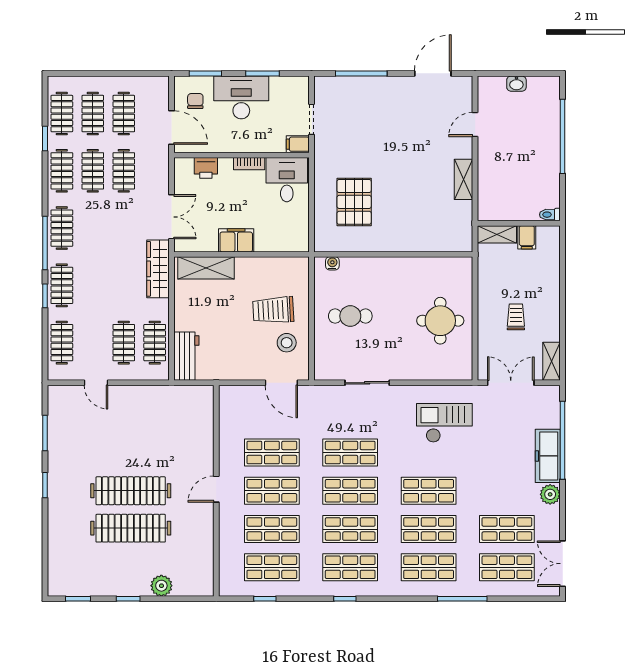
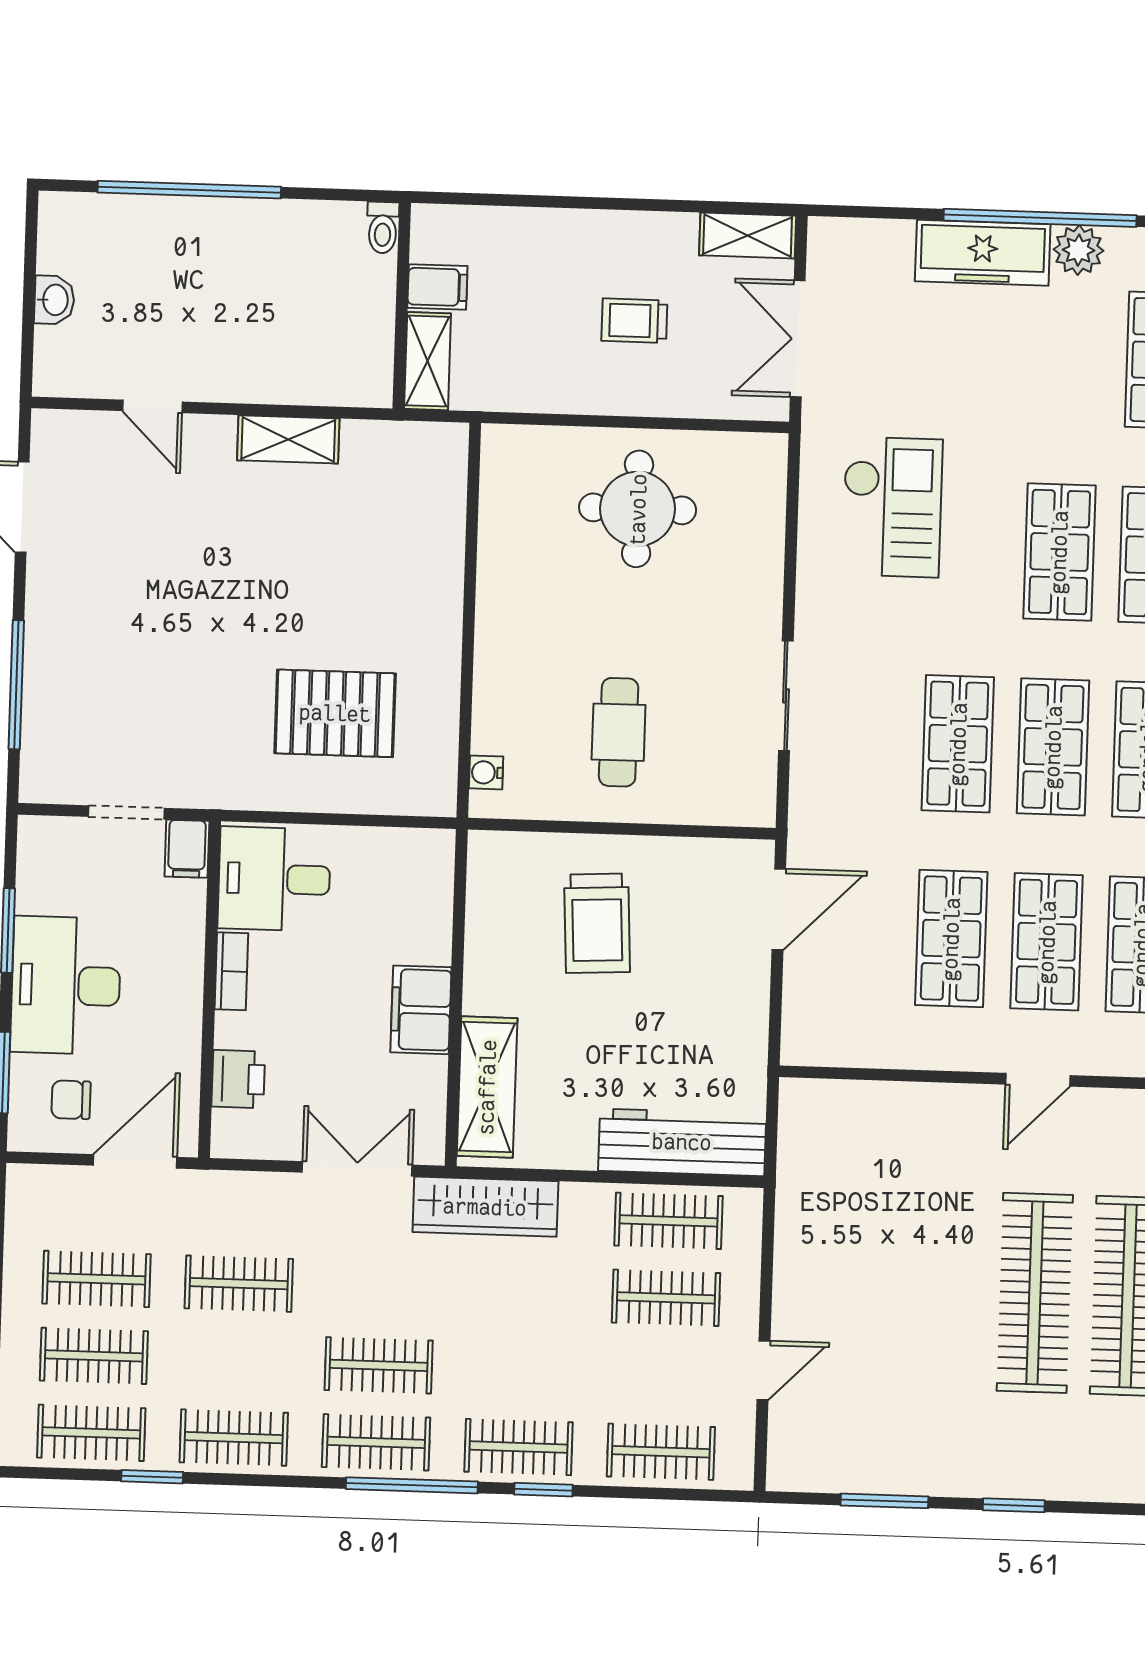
clothes rail: (93, 171) -> (379, 1365), moved
stool: (287, 343) -> (680, 893), removed
workbench: (186, 356) -> (682, 1142), width x1.38
checkout: (444, 423) -> (892, 507), turned 180
window: (563, 440) -> (1040, 218), moved
door: (216, 489) -> (1038, 1080), hinge flipped

